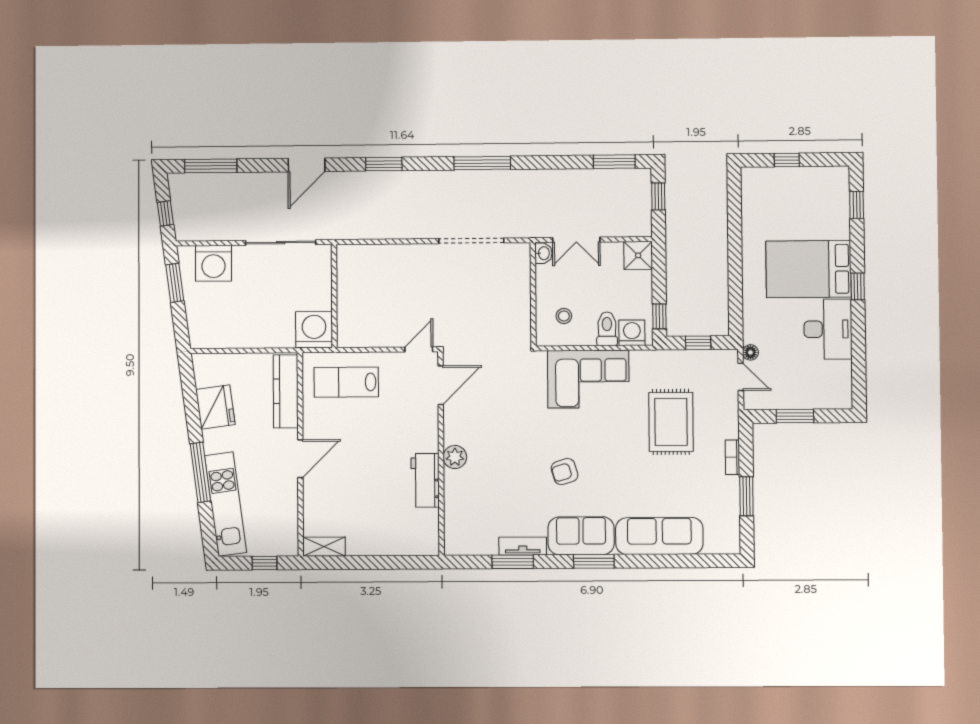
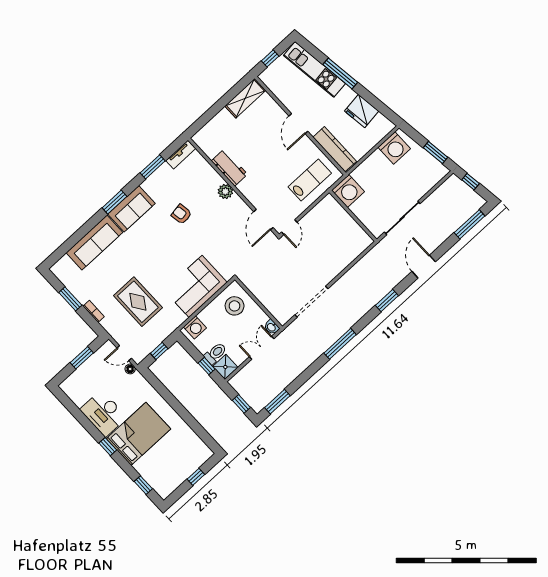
washing machine: (213, 263) -> (394, 148), moved, turned 180
stool: (564, 316) -> (235, 306), width x1.89, depth x1.89
window: (659, 316) -> (207, 366), moved
toilet: (607, 329) -> (215, 353), moved, turned -90
armchair: (565, 472) -> (181, 214), moved, turned -82
tv unit: (523, 546) -> (181, 155), moved
shelving: (324, 547) -> (245, 98), width x1.50, depth x1.33

